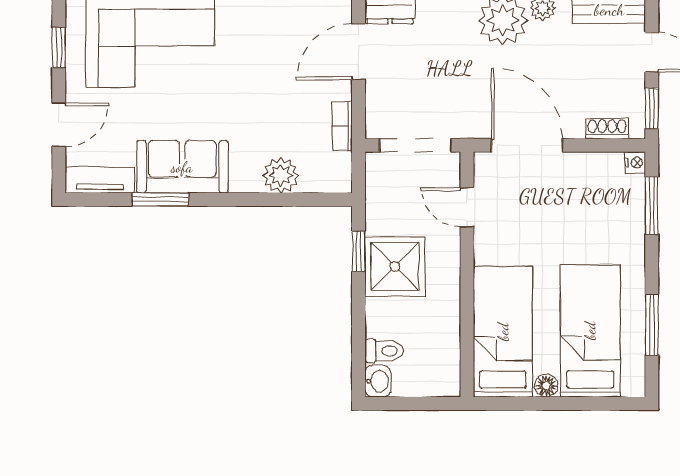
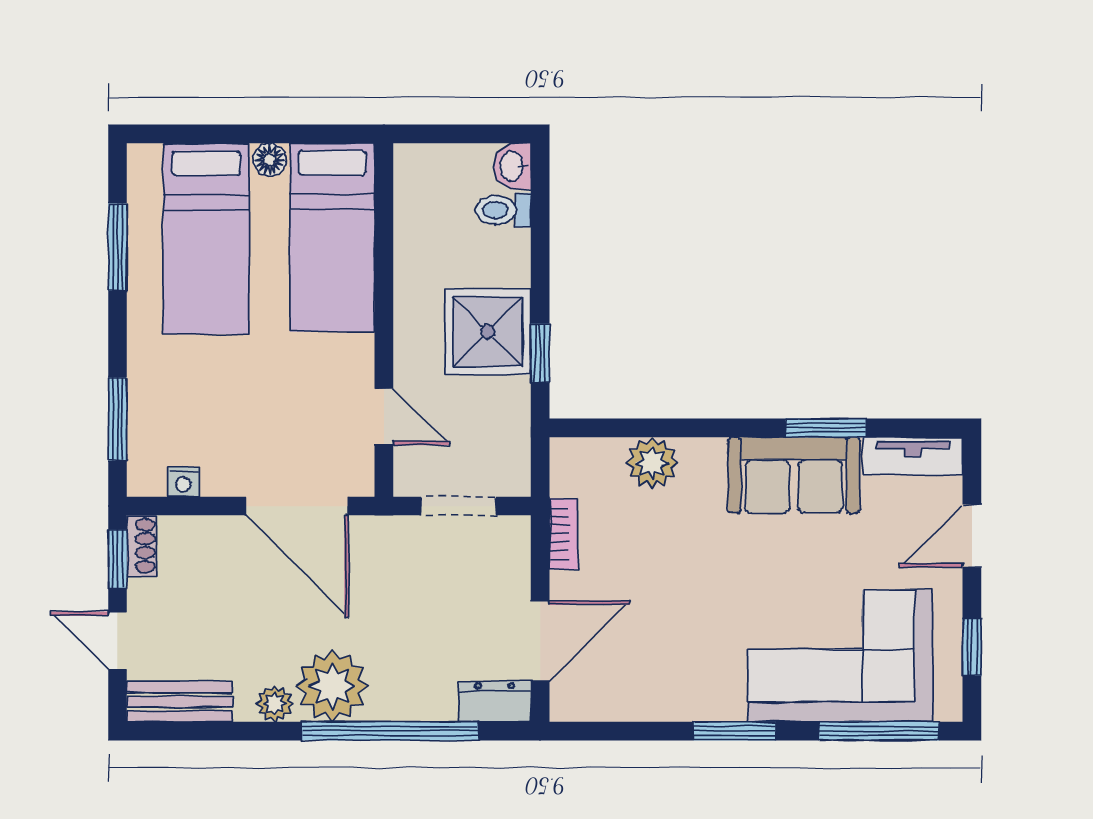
shoe rack: (607, 129) -> (142, 546), moved, turned -90
doorway: (415, 145) -> (458, 506), width x0.73
nightstand: (635, 163) -> (183, 482), moved, turned -90

